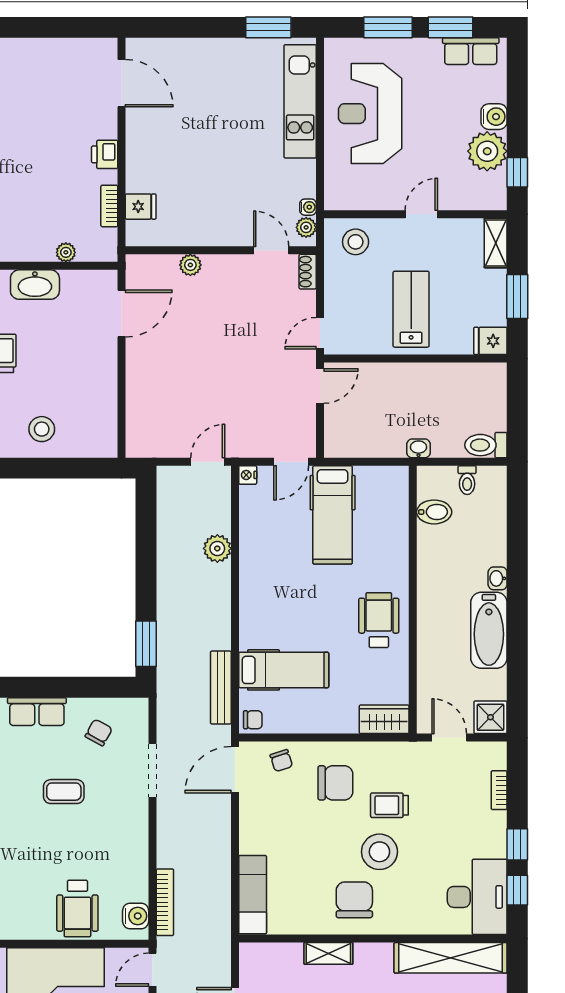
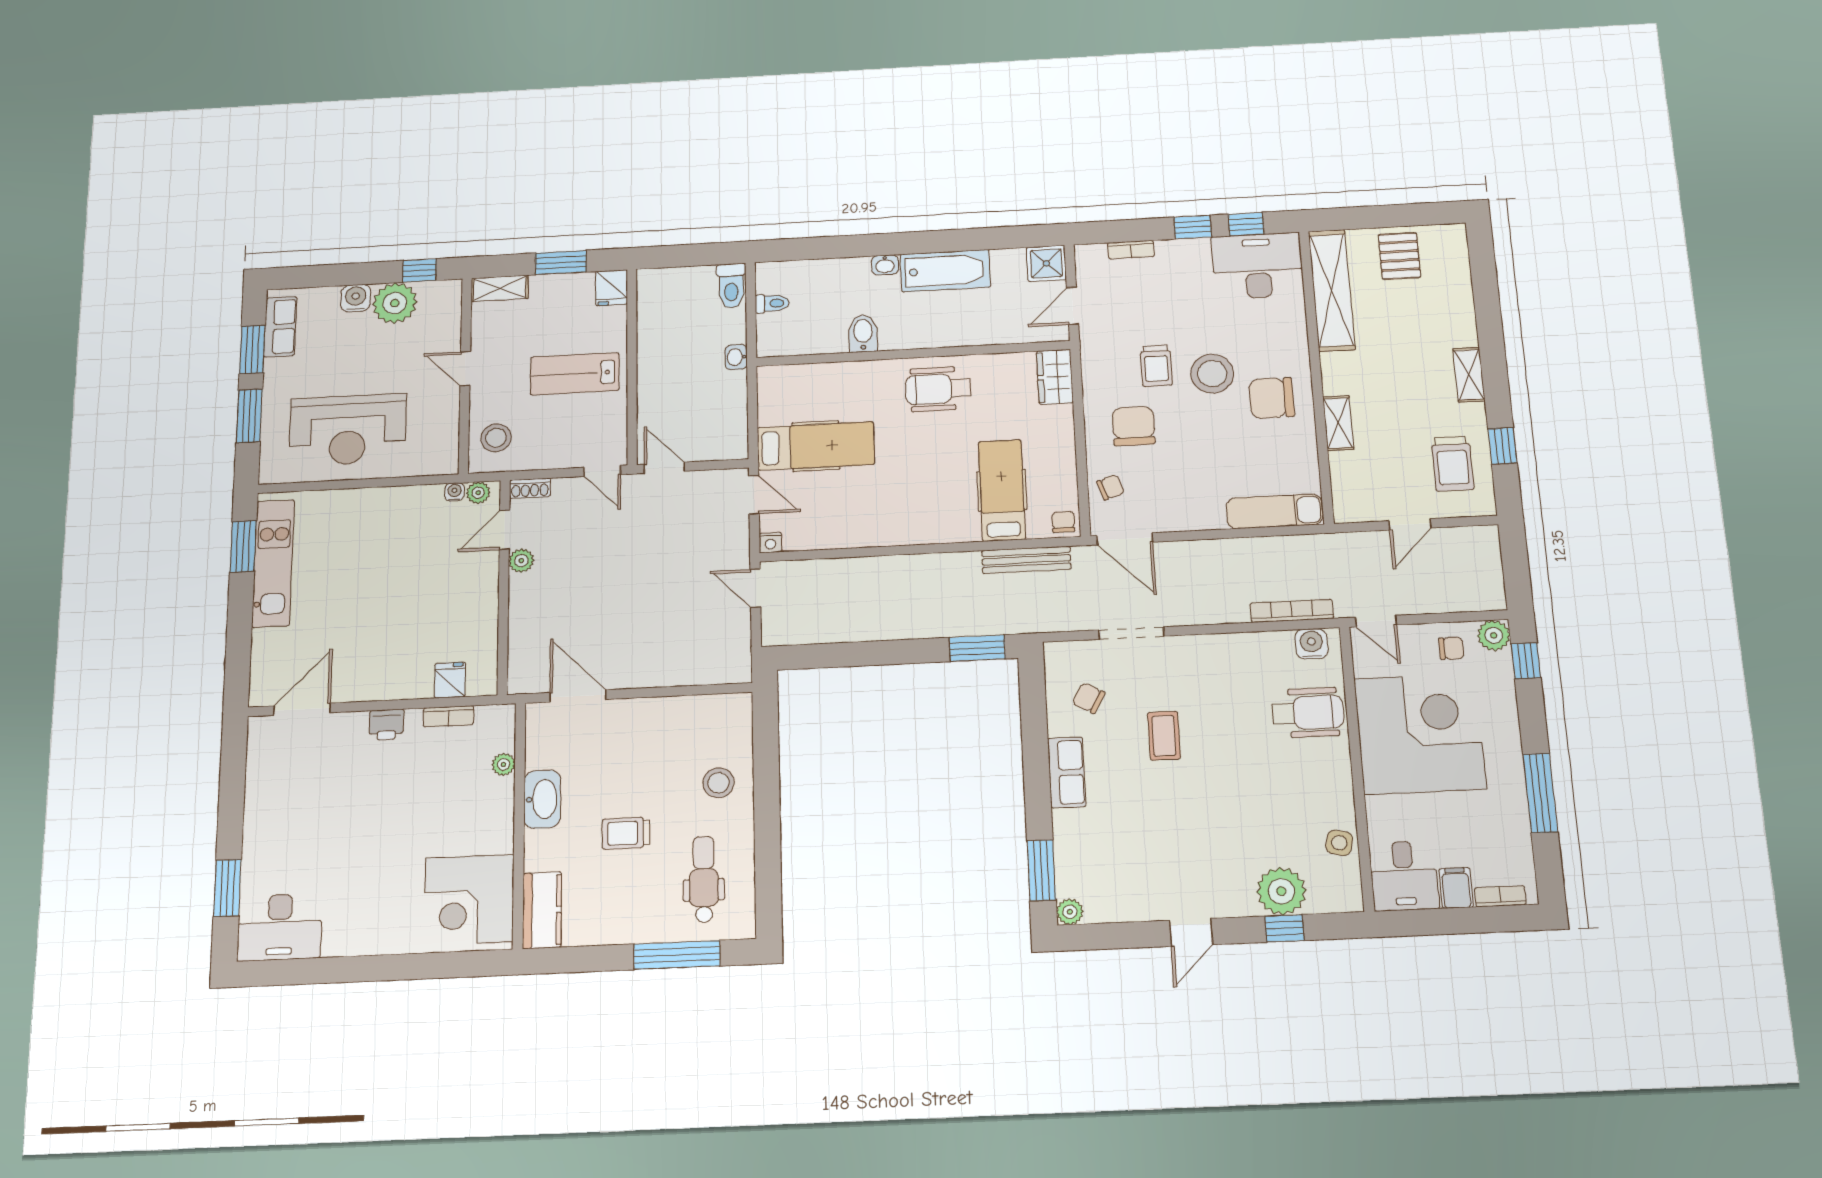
kitchen unit: (300, 101) -> (273, 563), moved, turned -90
plant: (190, 265) -> (521, 561), moved
bidet: (434, 512) -> (863, 333), moved
plant: (217, 548) -> (859, 572), removed

